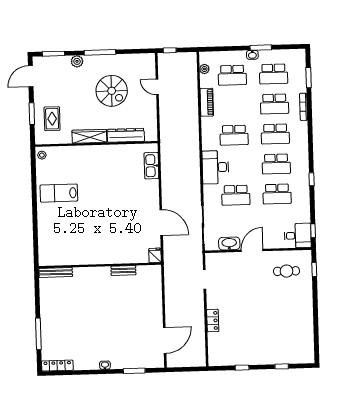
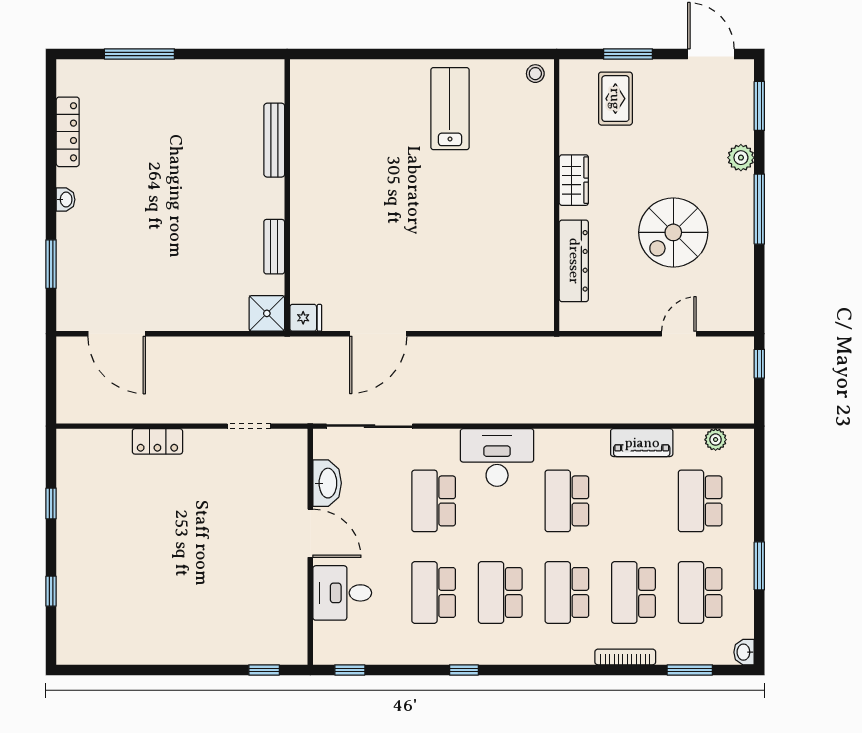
washbasin: (252, 55) -> (744, 652), moved
rug: (52, 119) -> (615, 99), turned 90
wardrobe: (89, 136) -> (574, 180), width x0.67
kitchen sink: (151, 166) -> (505, 316), removed
desk: (298, 236) -> (342, 593), moved, turned 90
cafe table: (287, 271) -> (262, 608), removed
bench: (56, 272) -> (274, 140), moved
shower: (154, 273) -> (267, 313), added
locker: (57, 366) -> (68, 132), moved

